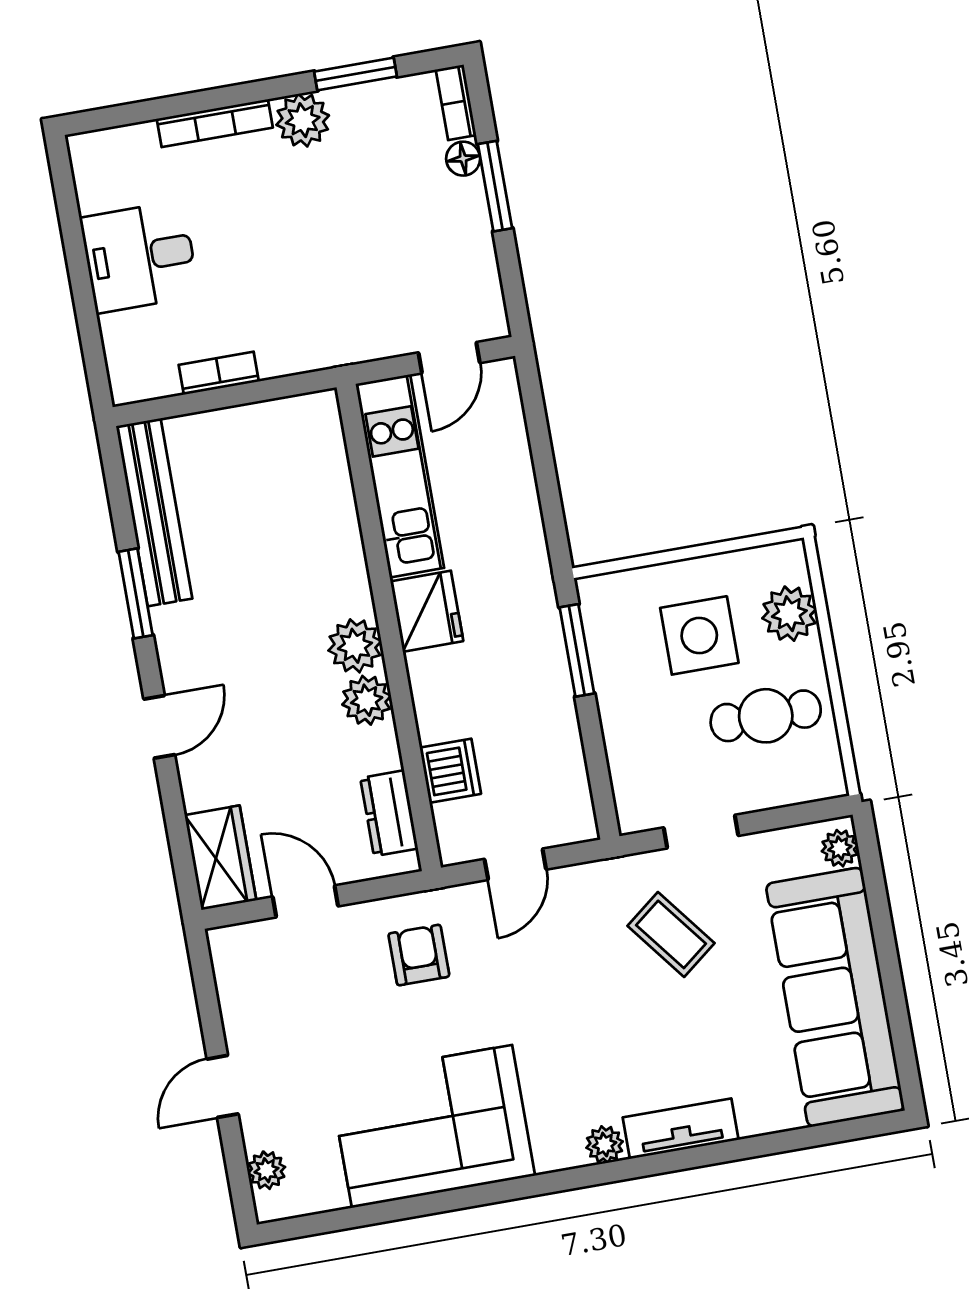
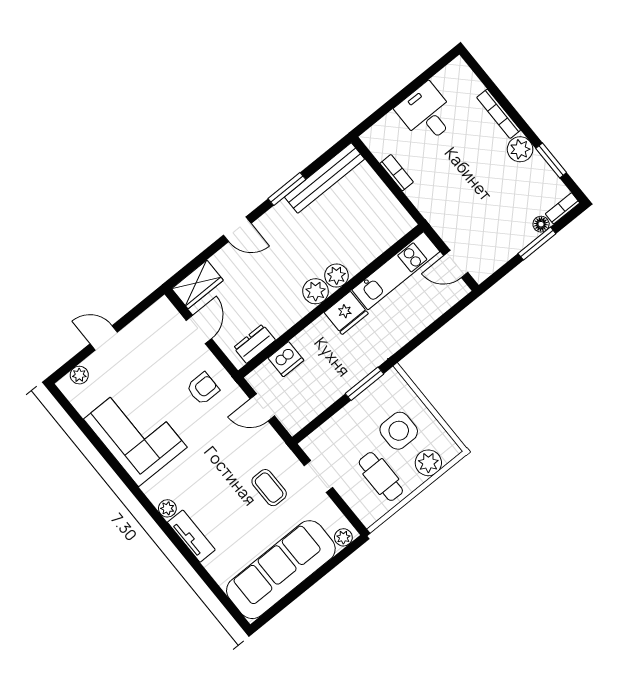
plant: (367, 700) -> (336, 276), moved
coffee table: (671, 934) -> (269, 488), turned -52

